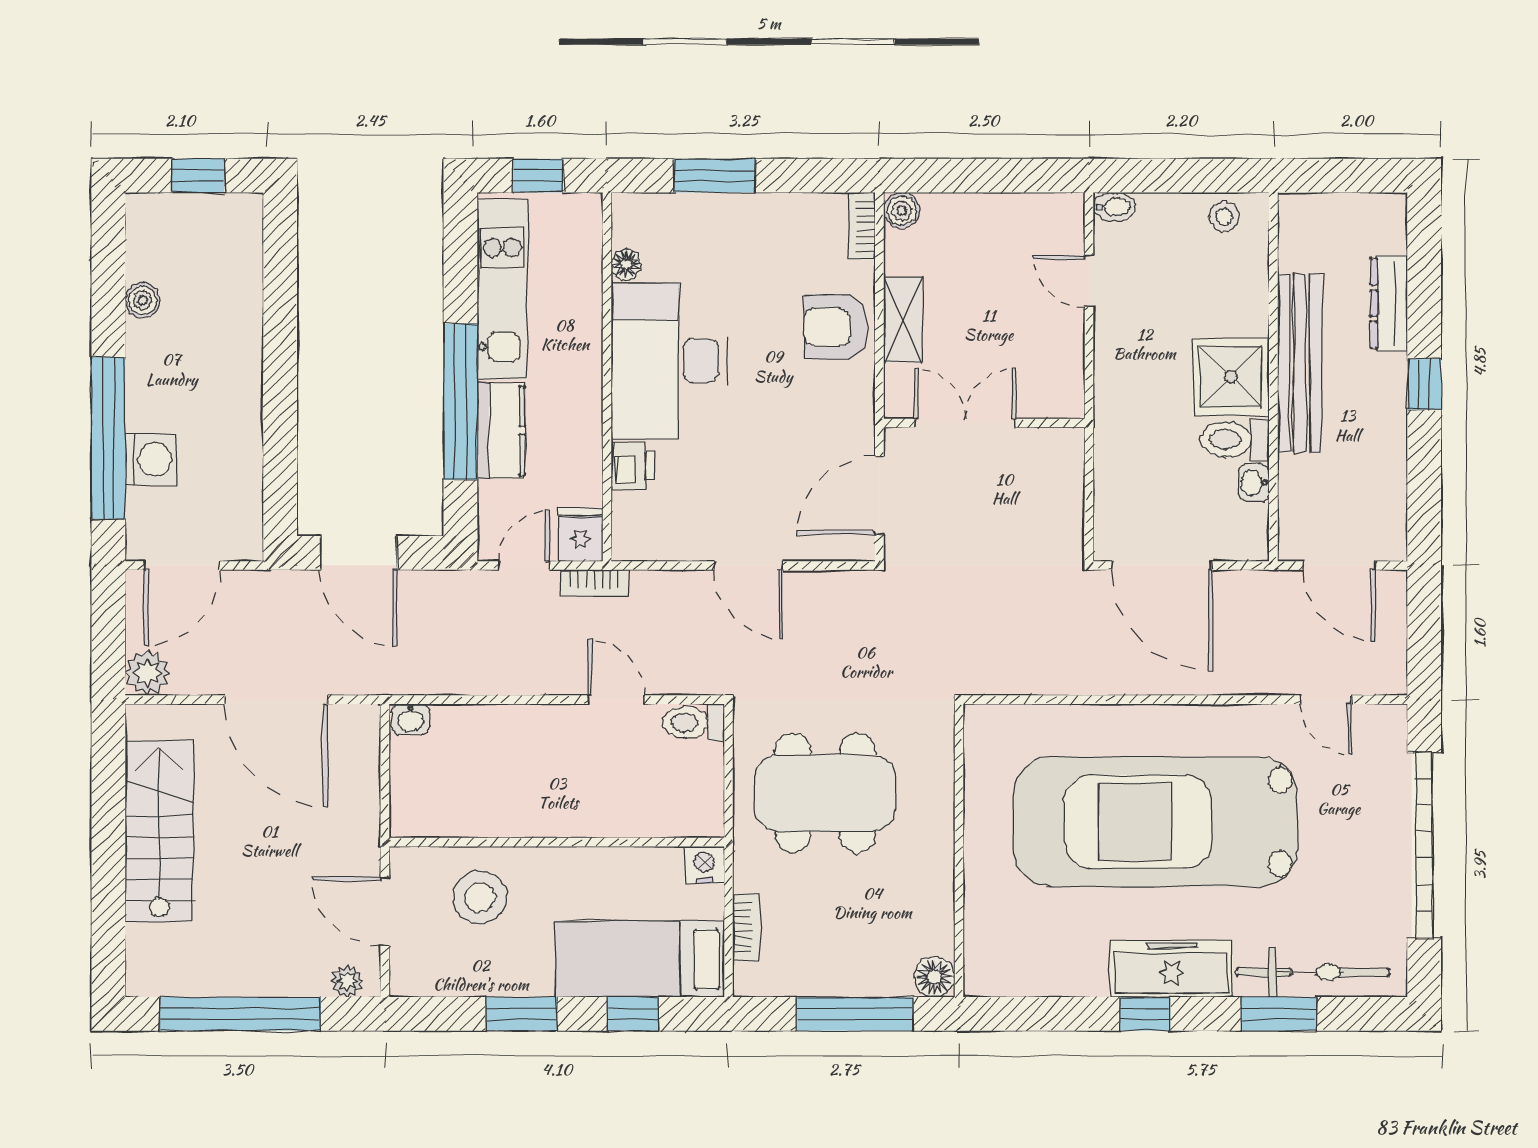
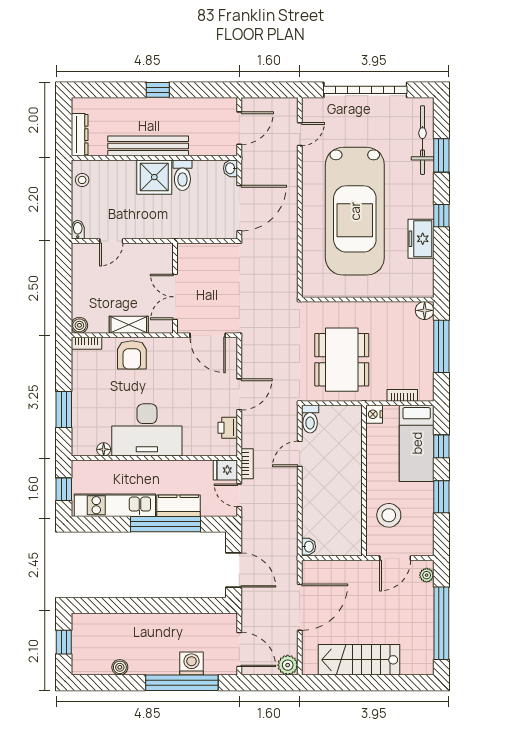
dresser: (1389, 303) -> (80, 135), moved, turned -90
printer: (633, 465) -> (228, 428), moved, turned -90
washbasin: (1254, 483) -> (230, 168), moved, turned 90
door: (359, 553) -> (234, 570), hinge flipped
freezer: (1172, 969) -> (421, 239), moved, width x0.71

